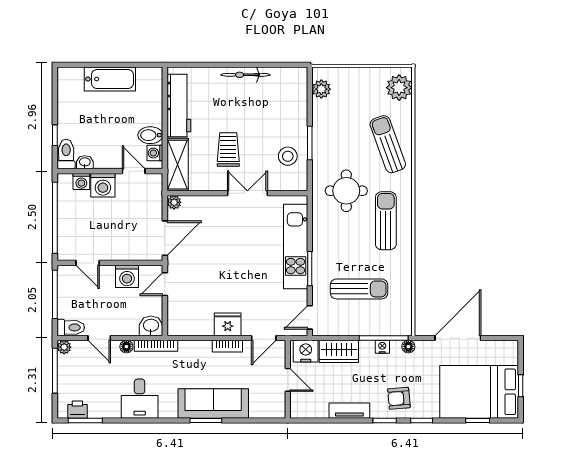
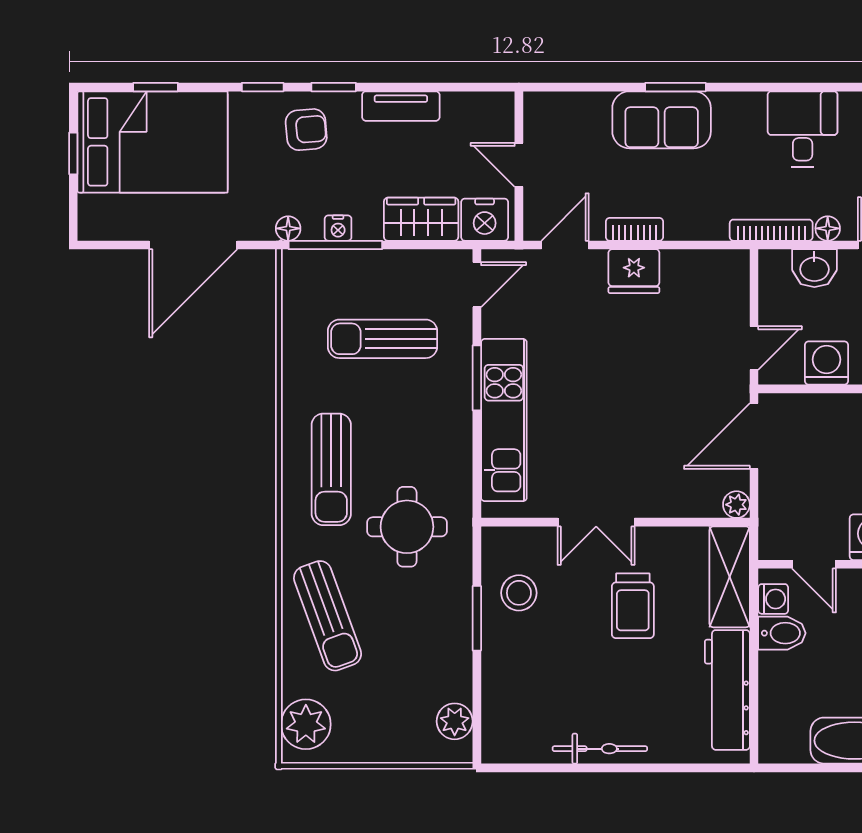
washbasin: (151, 326) -> (814, 268), moved
sofa: (213, 403) -> (662, 120), width x0.73

